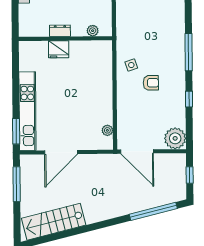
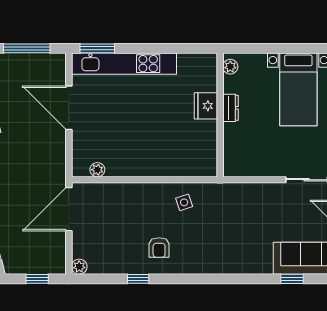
plant: (93, 31) -> (230, 67), moved
window: (189, 52) -> (201, 279), removed
armchair: (151, 83) -> (159, 248), moved
plant: (175, 138) -> (79, 267), width x0.53, depth x0.53

